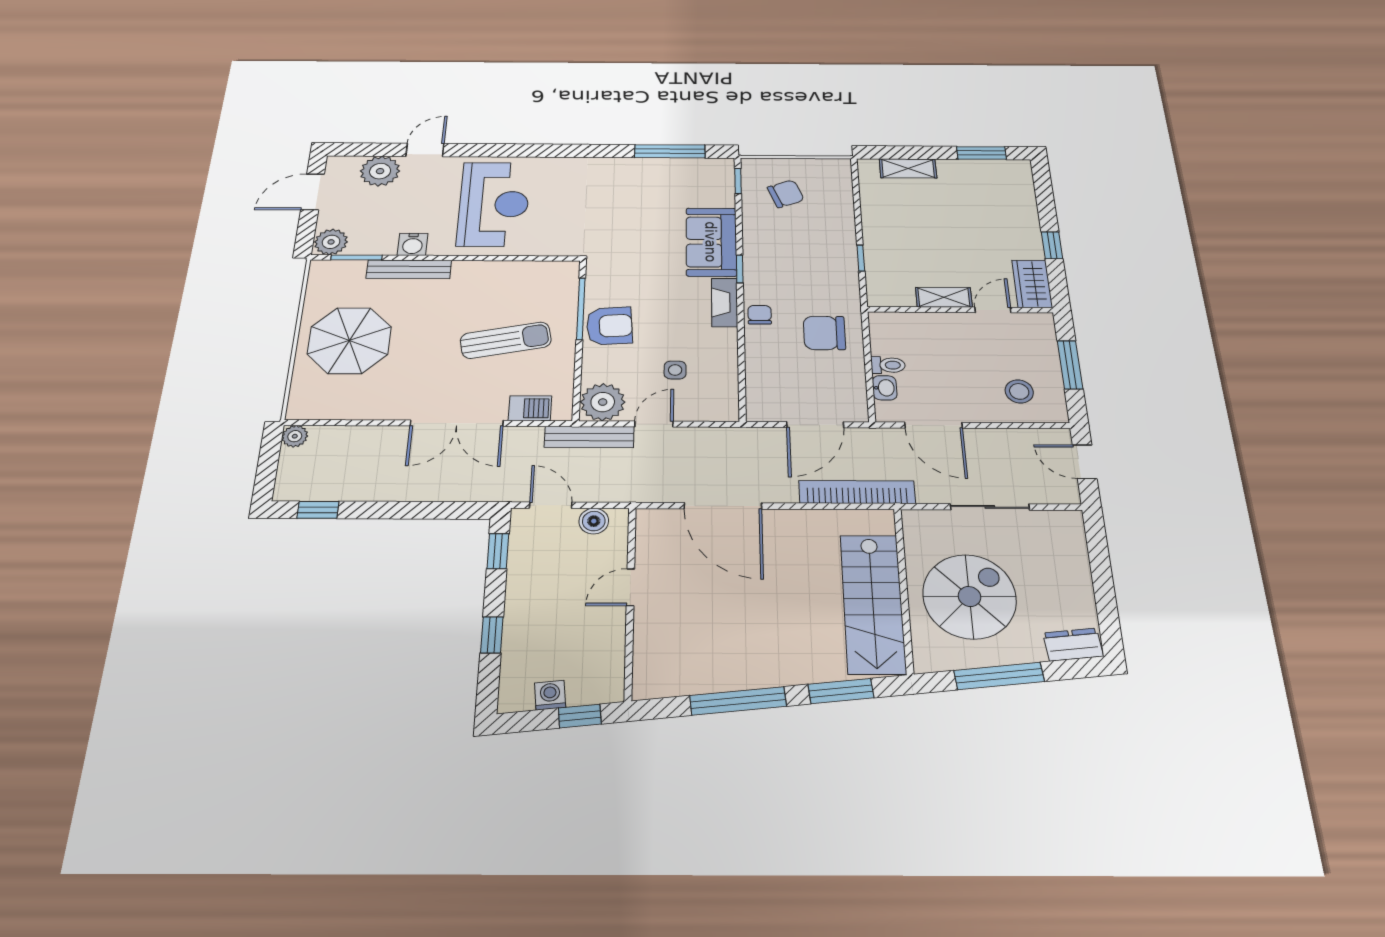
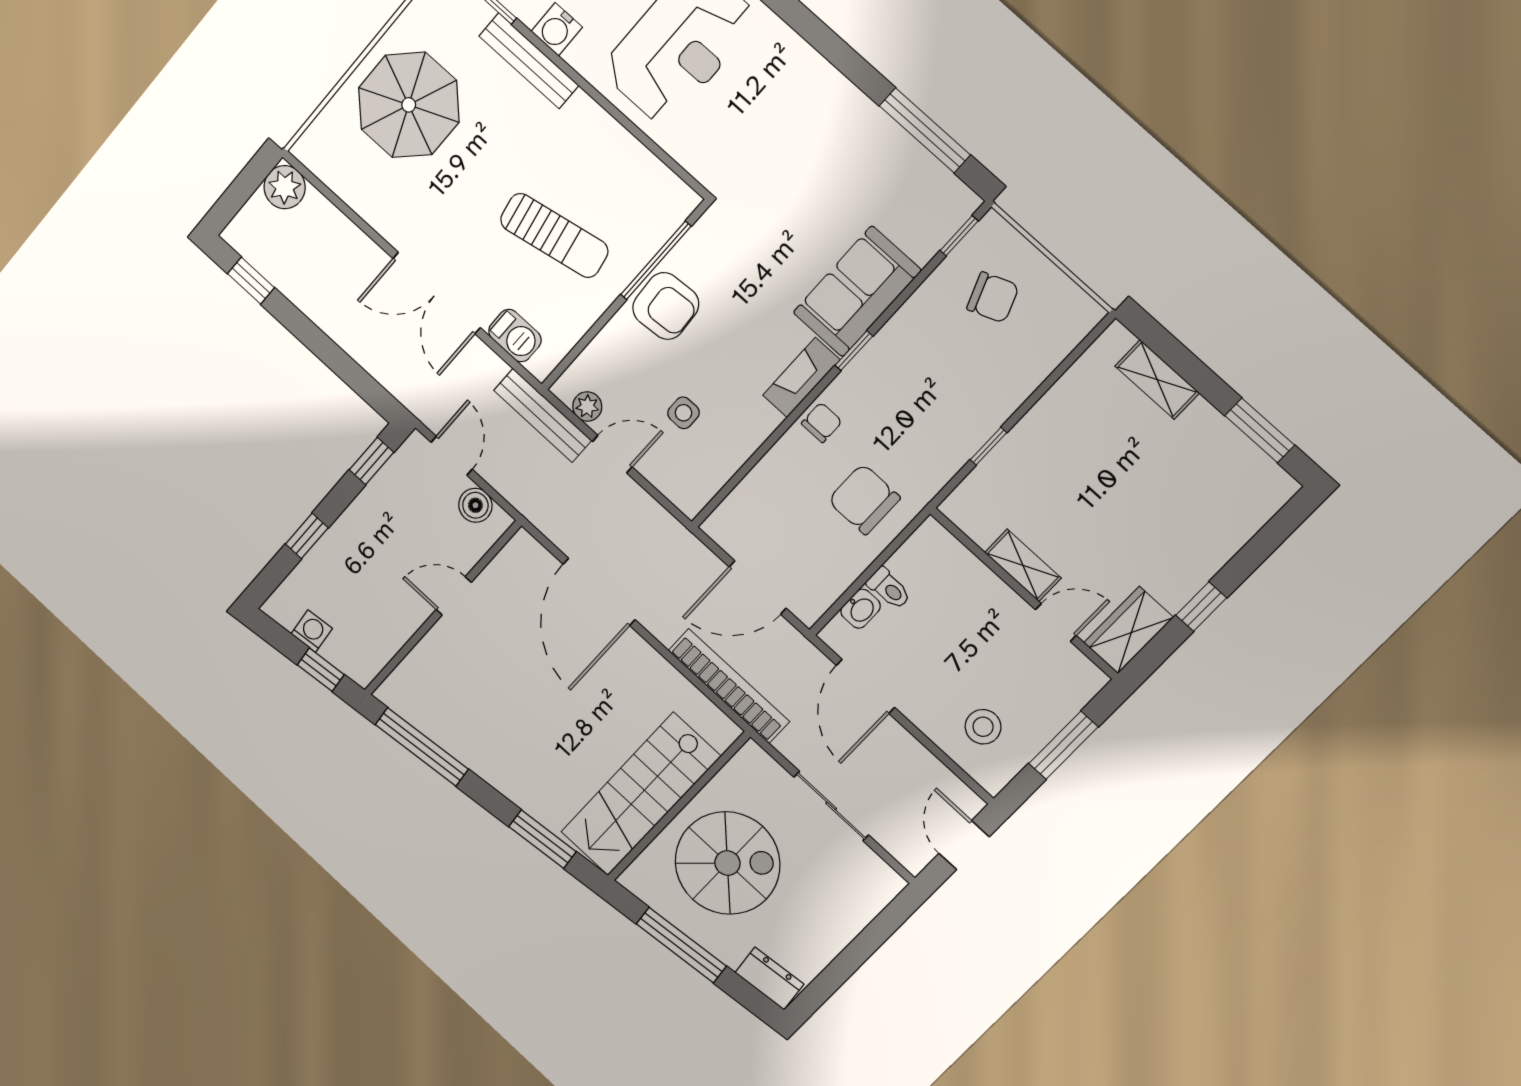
plant: (603, 402) -> (587, 406), width x0.53, depth x0.53
plant: (295, 436) -> (285, 187), width x1.38, depth x1.38
window: (738, 701) -> (422, 747), moved

